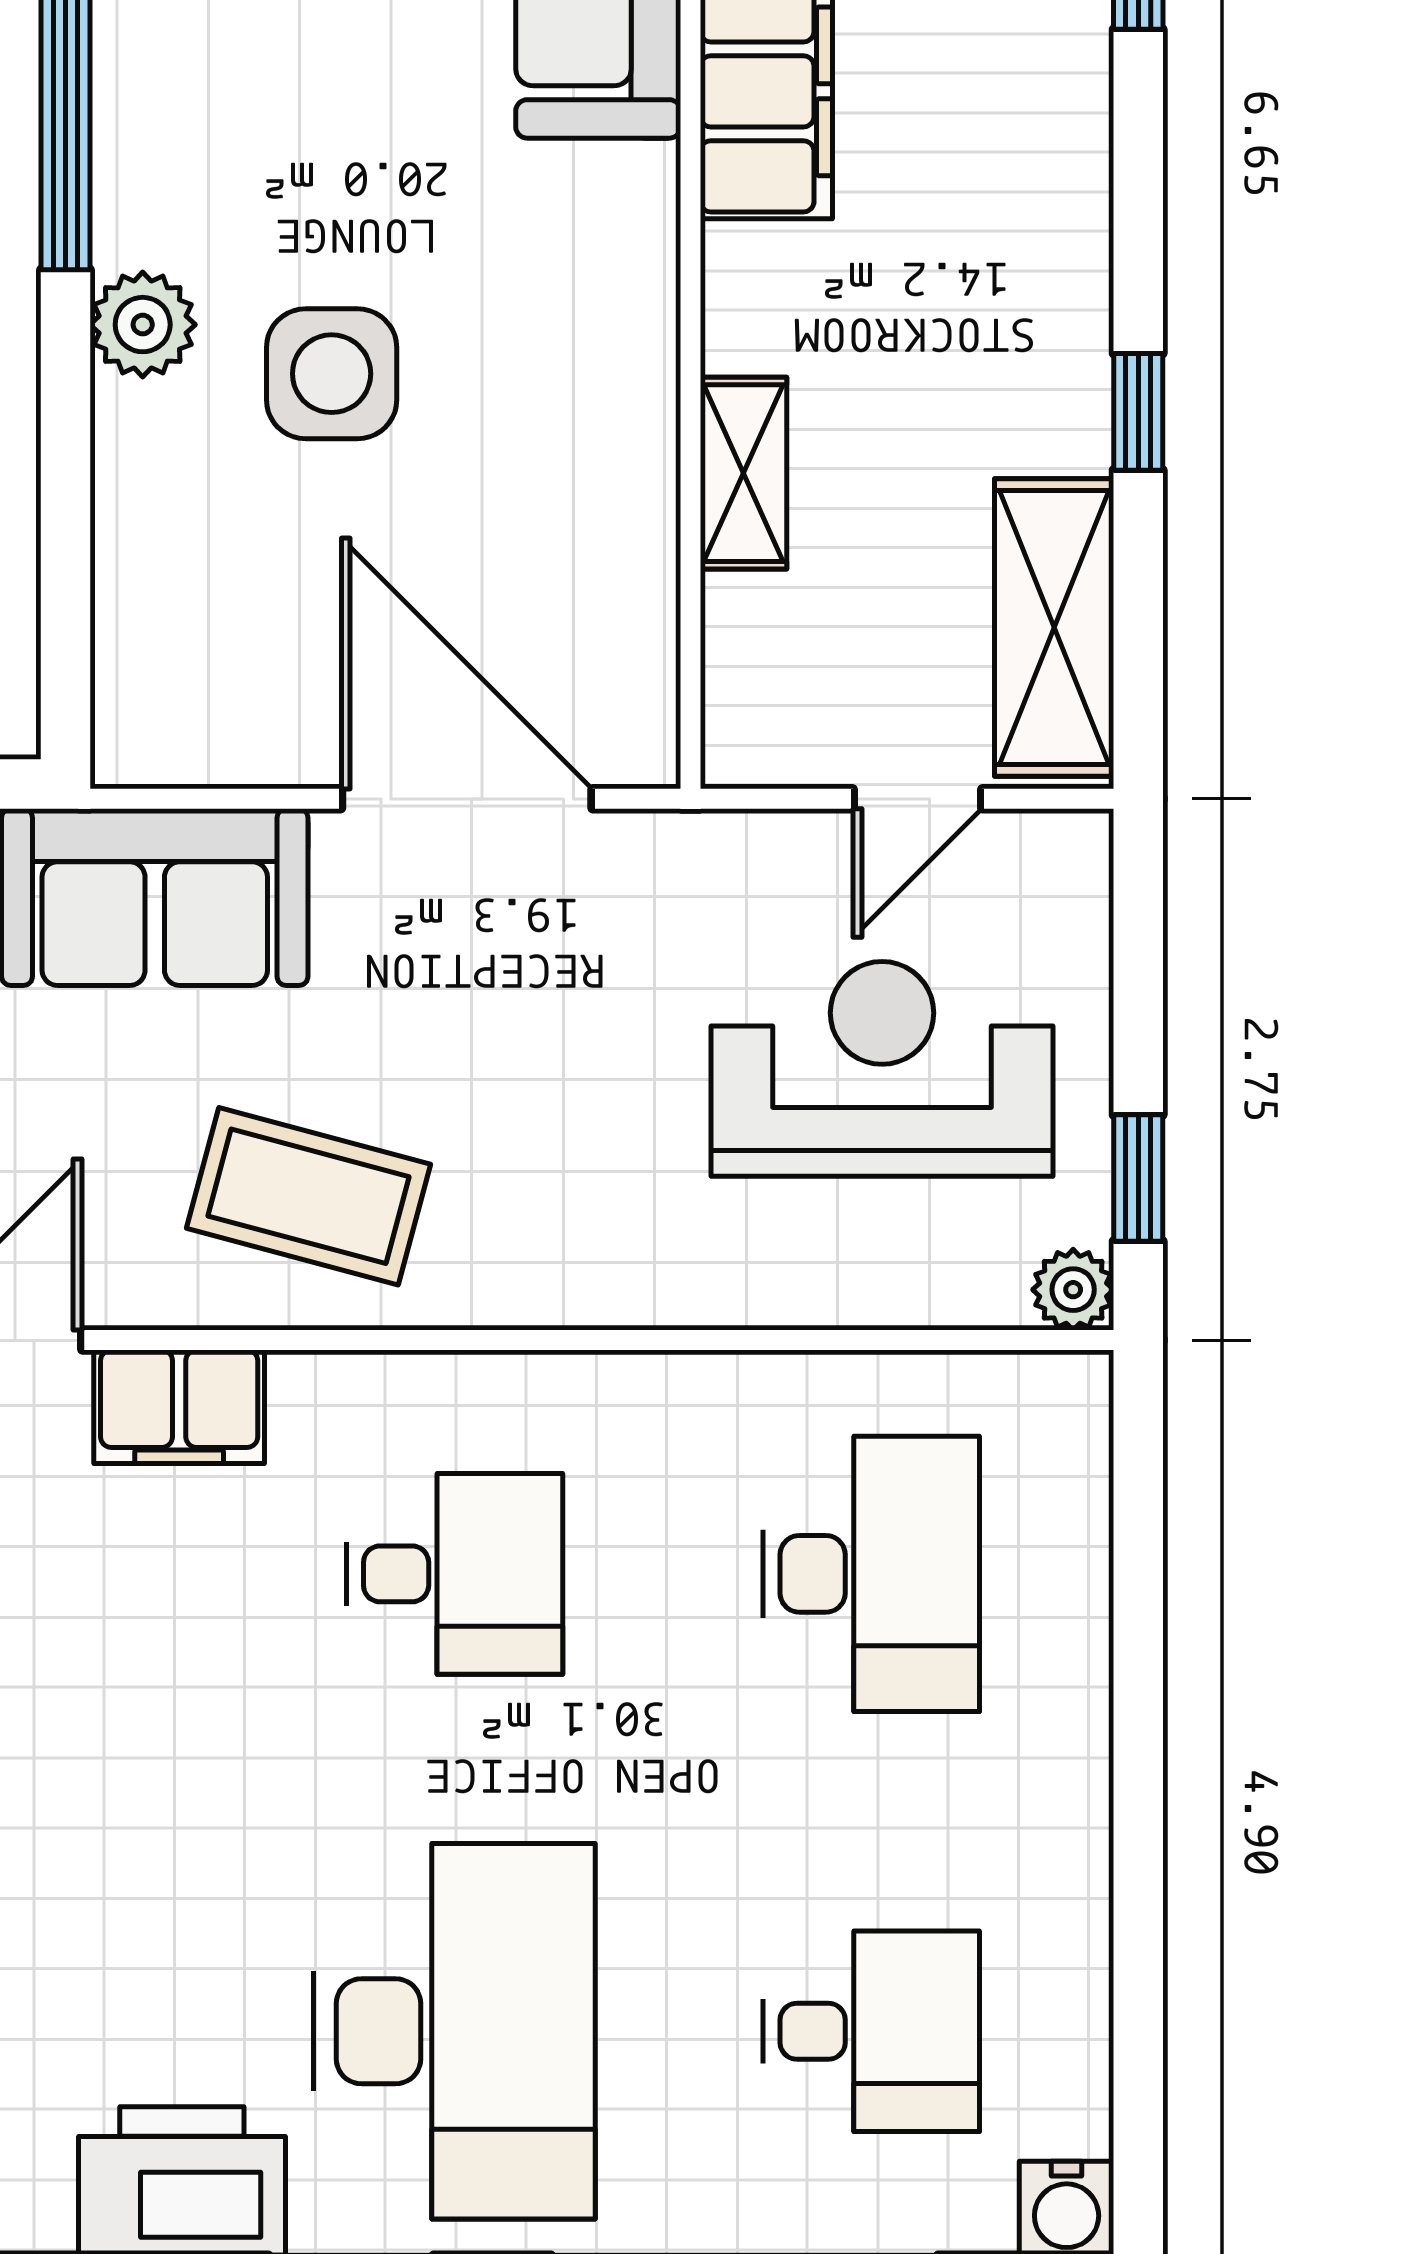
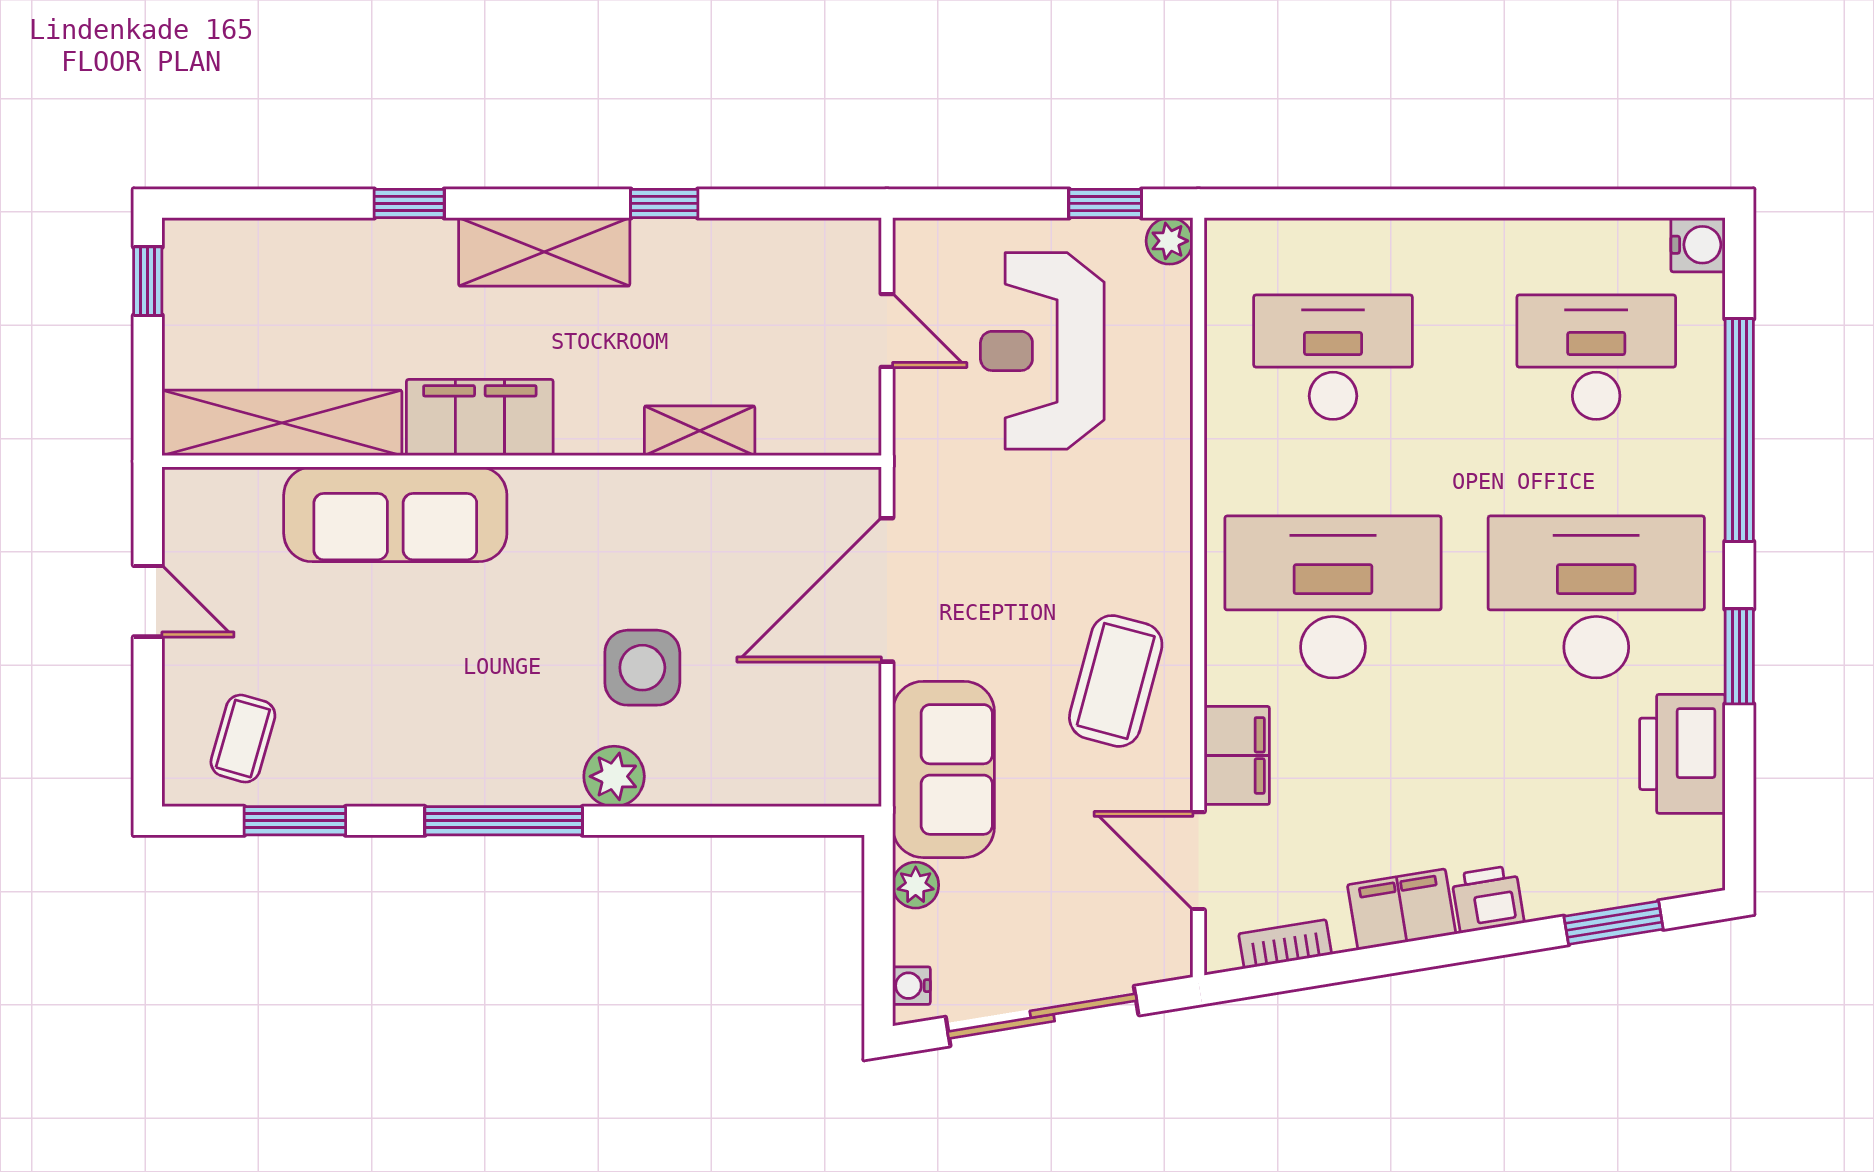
shelving: (1054, 628) -> (544, 252), moved
desk: (454, 1574) -> (1333, 597), width x1.87, depth x1.30
desk: (871, 2031) -> (1596, 357), width x1.37

